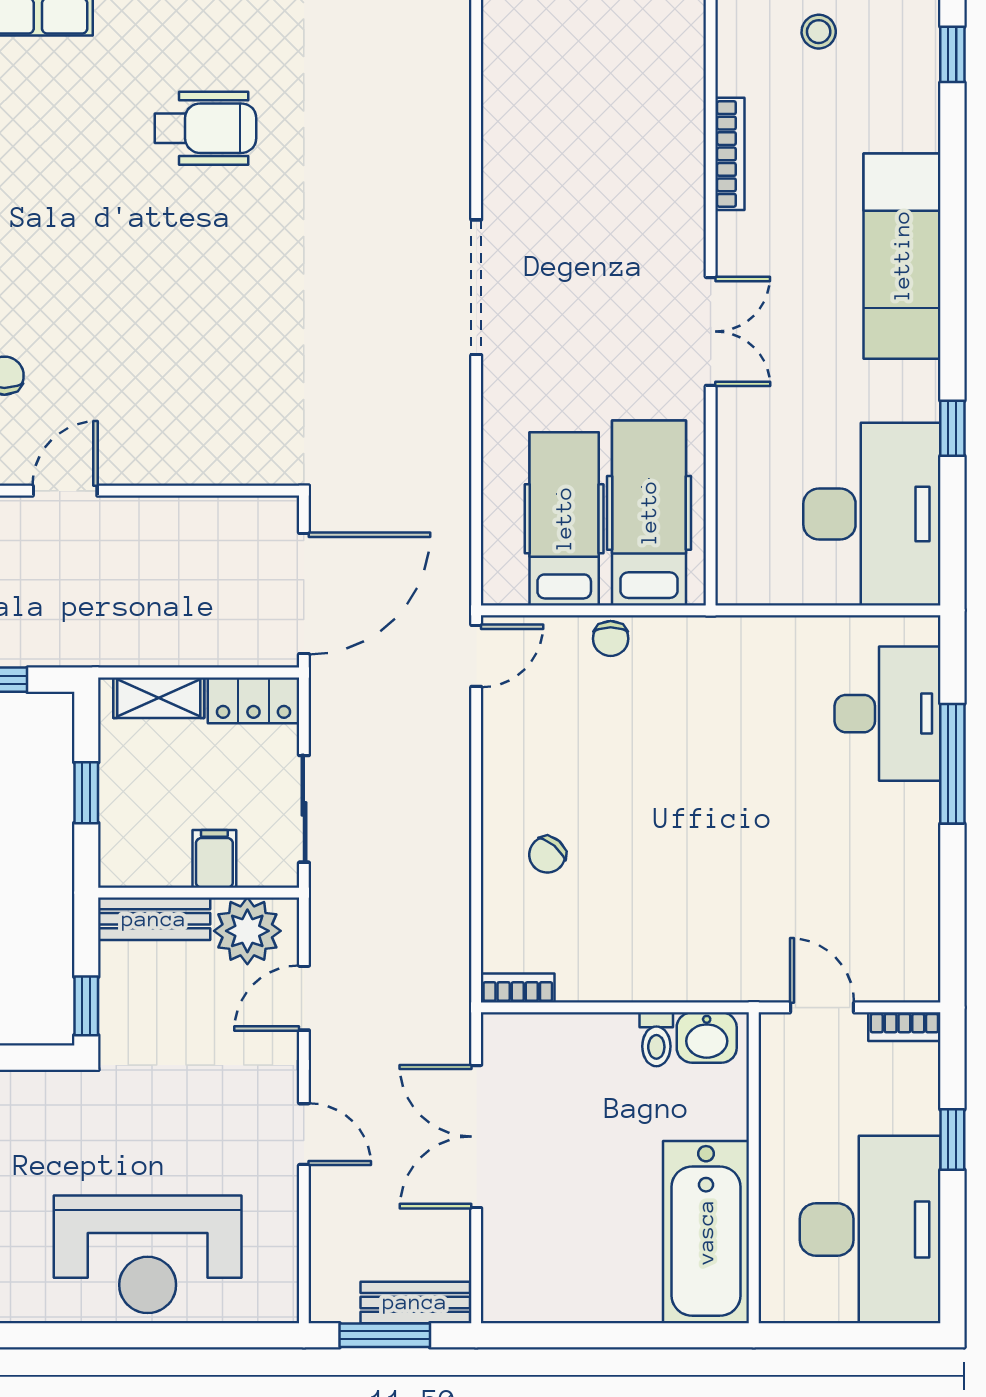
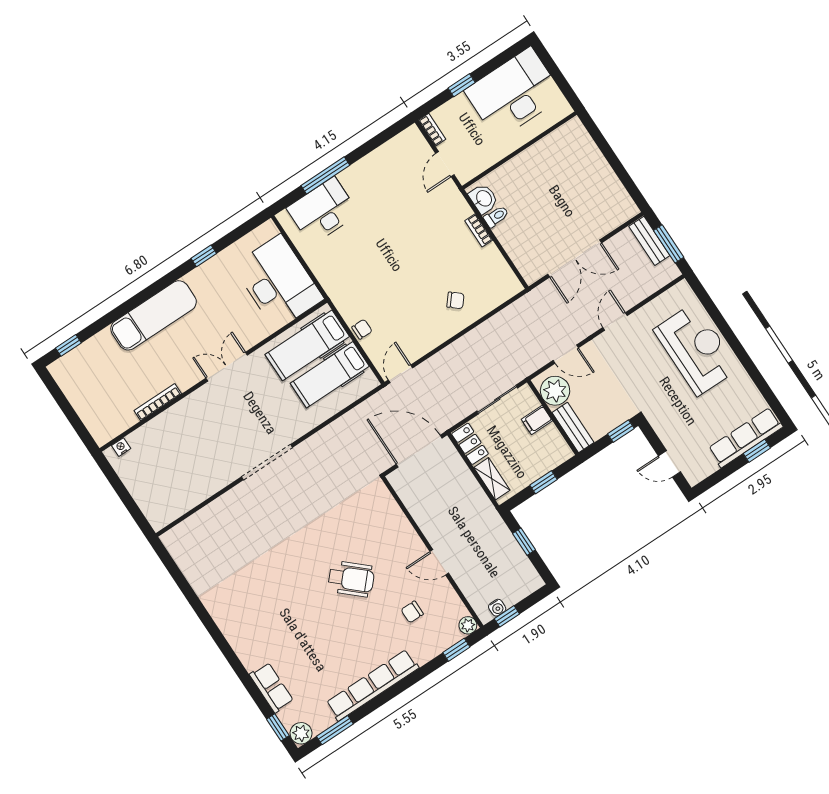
nightstand: (690, 27) -> (121, 447), added
stool: (819, 32) -> (92, 399), removed
wheelchair: (205, 128) -> (351, 579), moved, turned 132
desk: (872, 514) -> (278, 282), moved, turned 90
door: (476, 656) -> (400, 374), hinge flipped
bookcase: (518, 988) -> (479, 230), moved
bathtub: (706, 1232) -> (554, 152), removed

